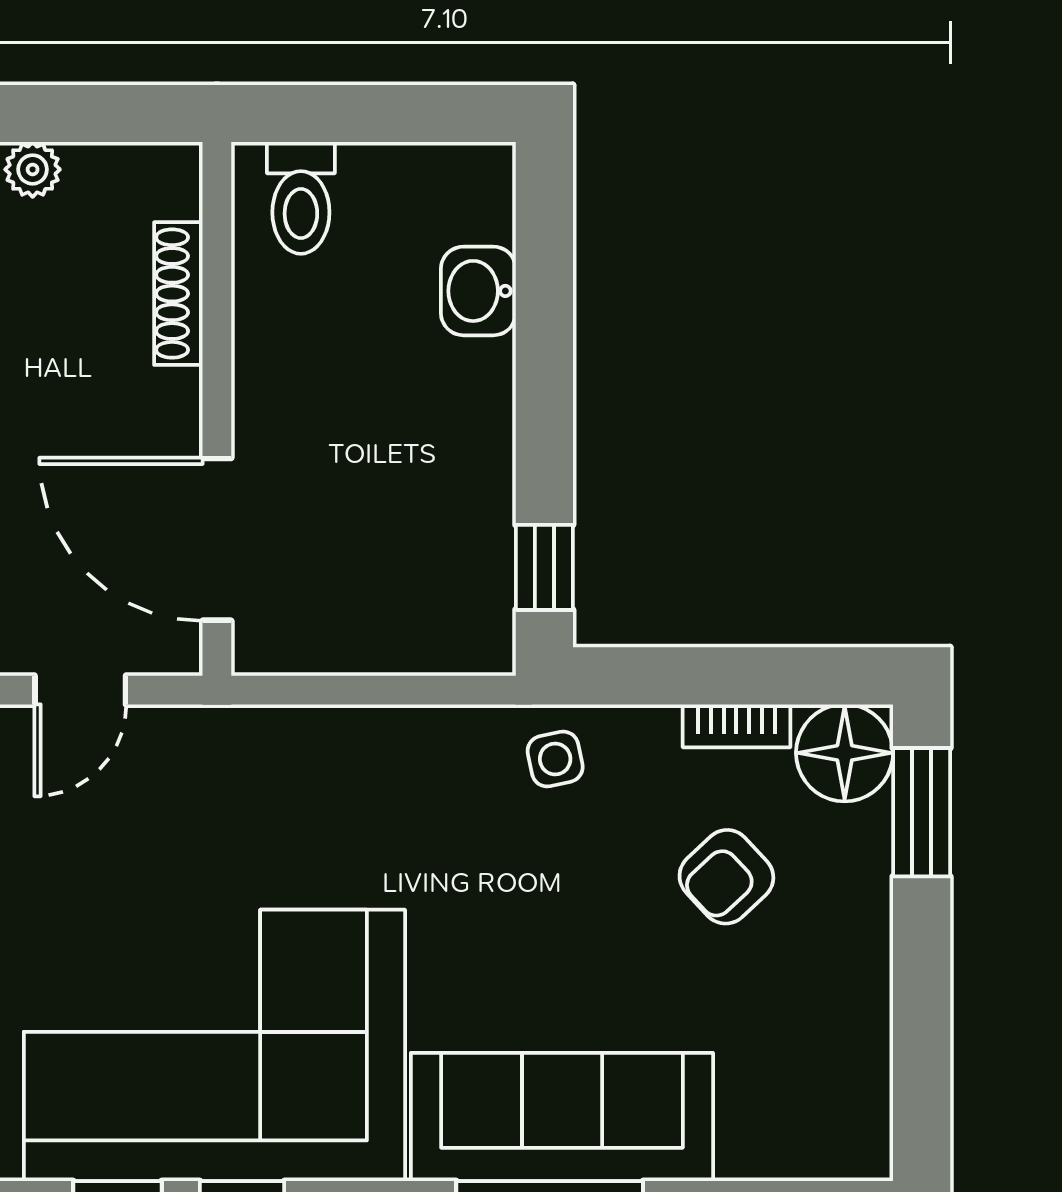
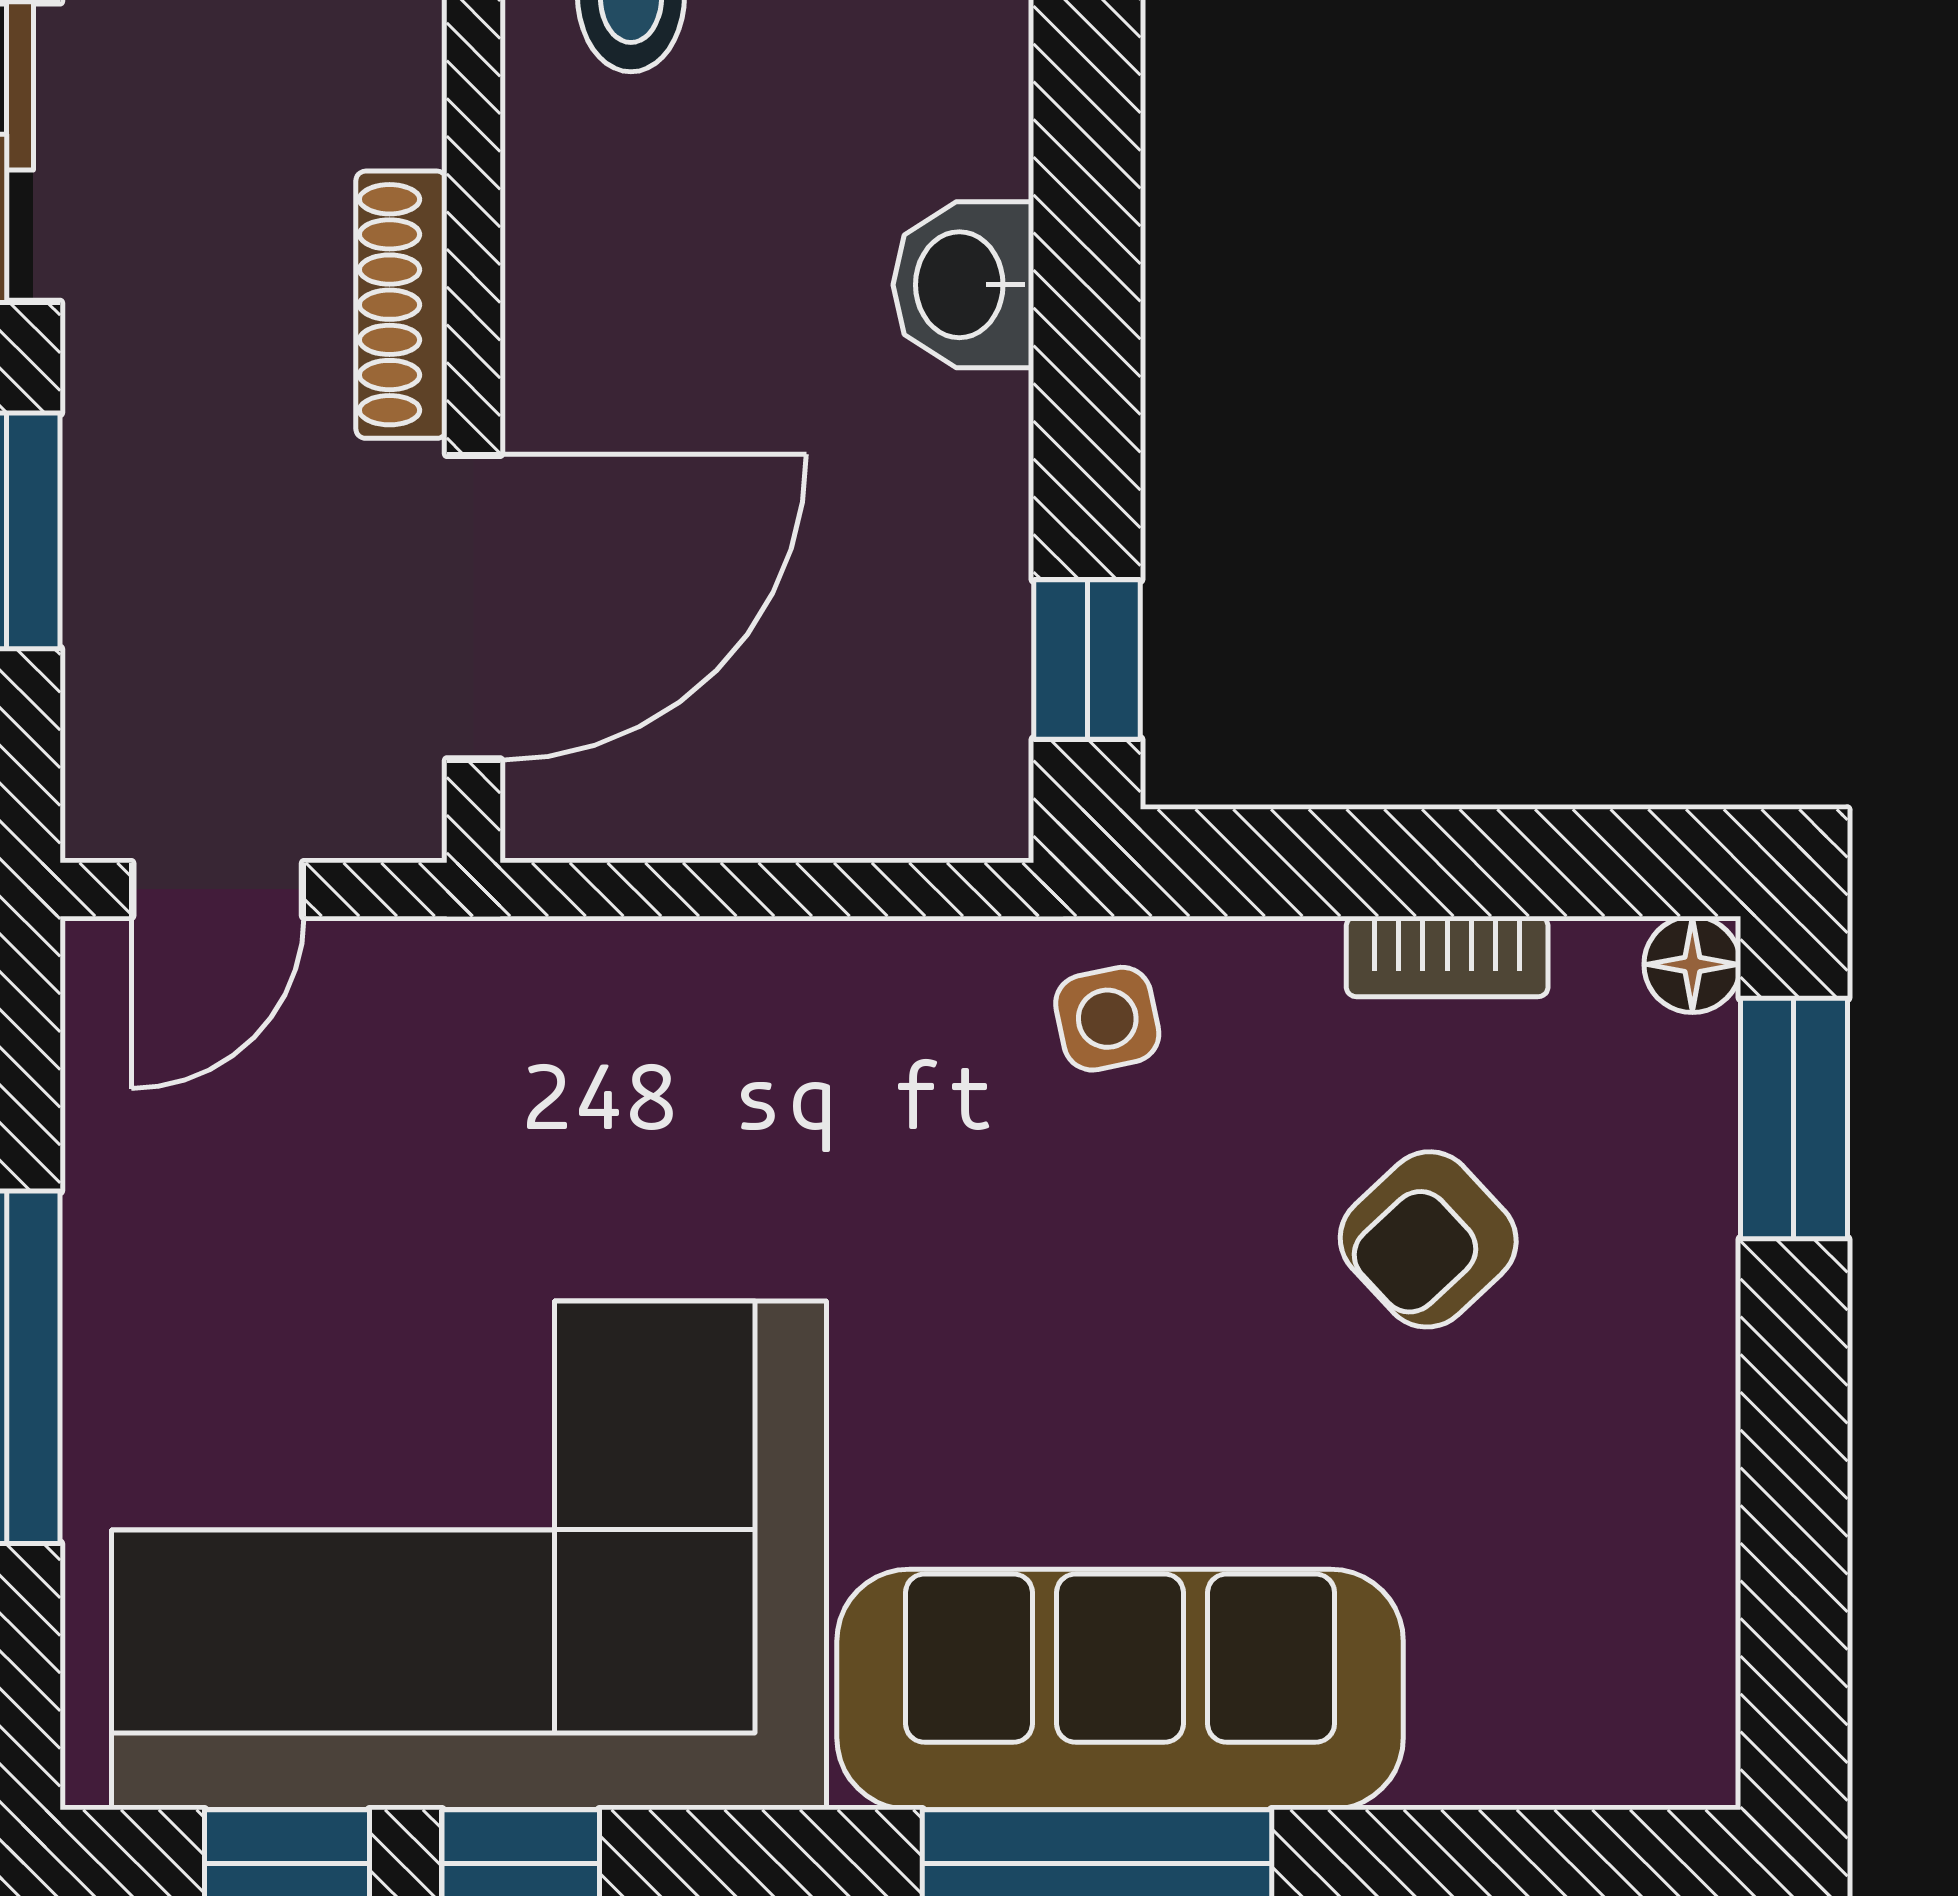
washbasin: (478, 291) -> (963, 285), moved
shoe rack: (178, 294) -> (401, 305), moved
door: (217, 539) -> (474, 607), swing flipped
floor lamp: (845, 753) -> (1692, 964), width x0.53, depth x0.53

